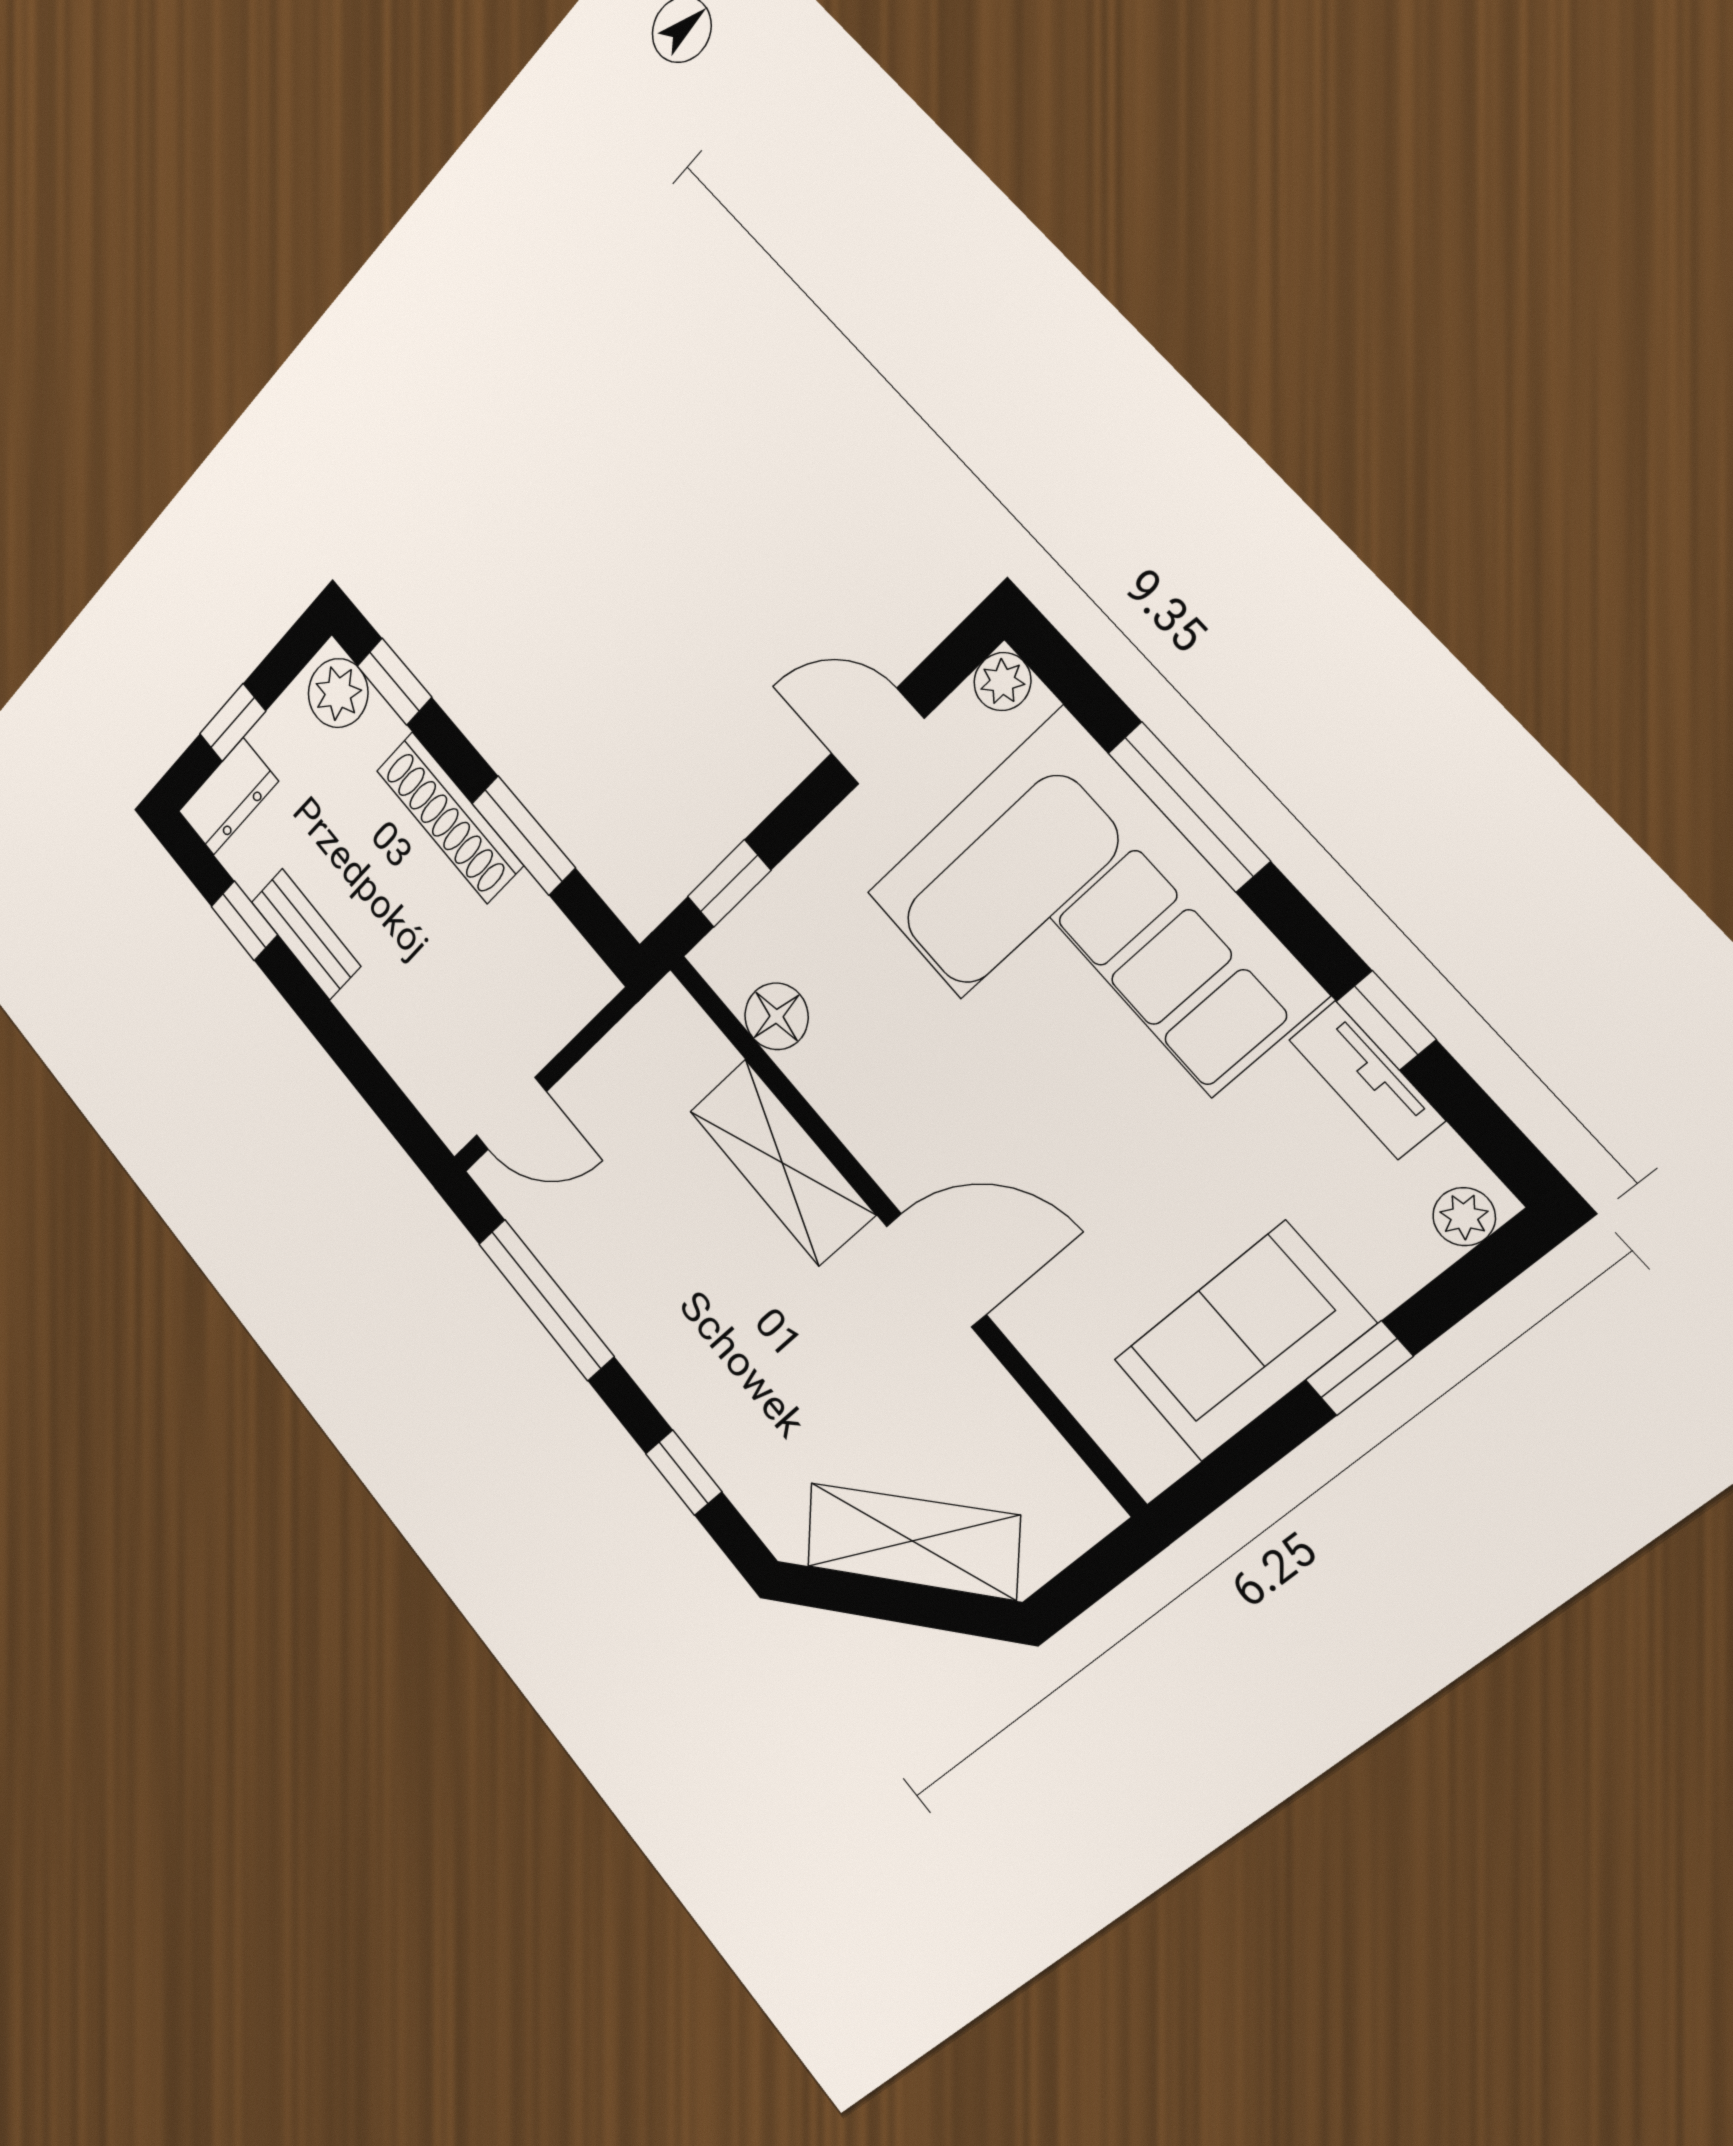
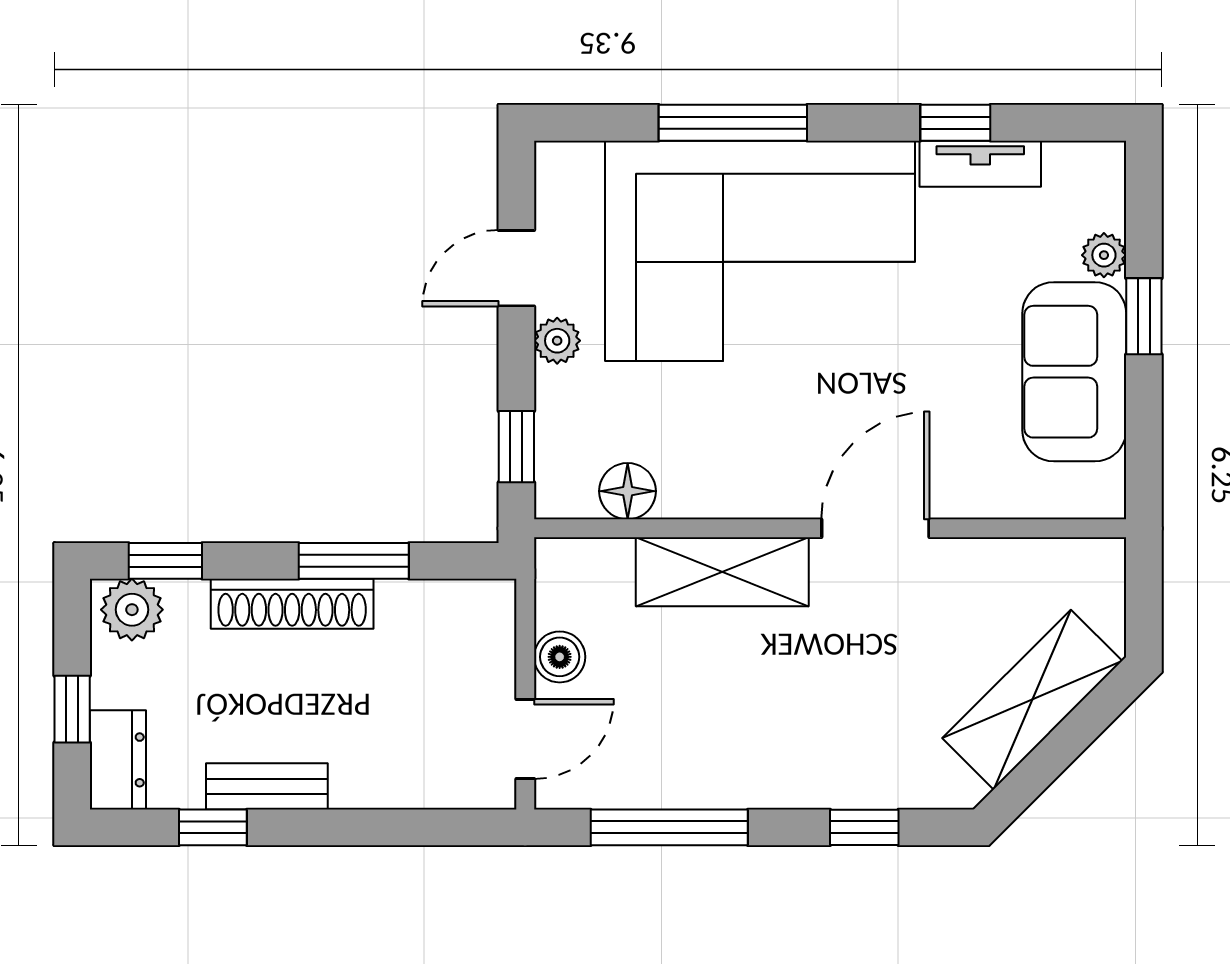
plant: (1002, 682) -> (557, 341), moved
boiler: (596, 1083) -> (560, 657), added
plant: (1464, 1217) -> (1104, 255), moved

